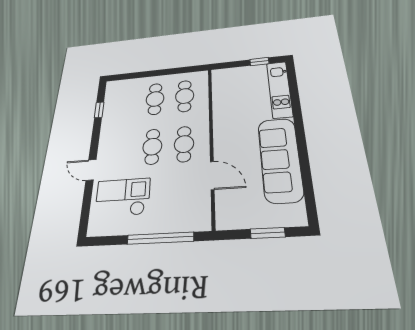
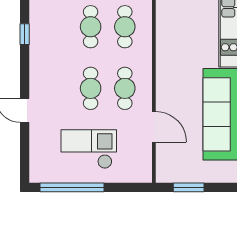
checkout: (123, 197) -> (89, 149), moved
window: (268, 233) -> (189, 187), moved
window: (160, 238) -> (72, 187), moved

